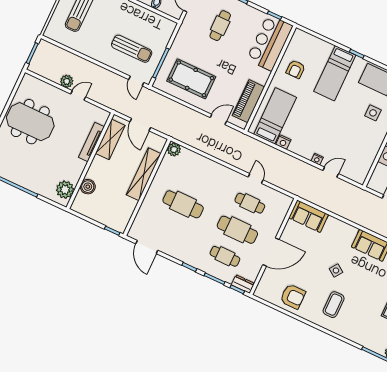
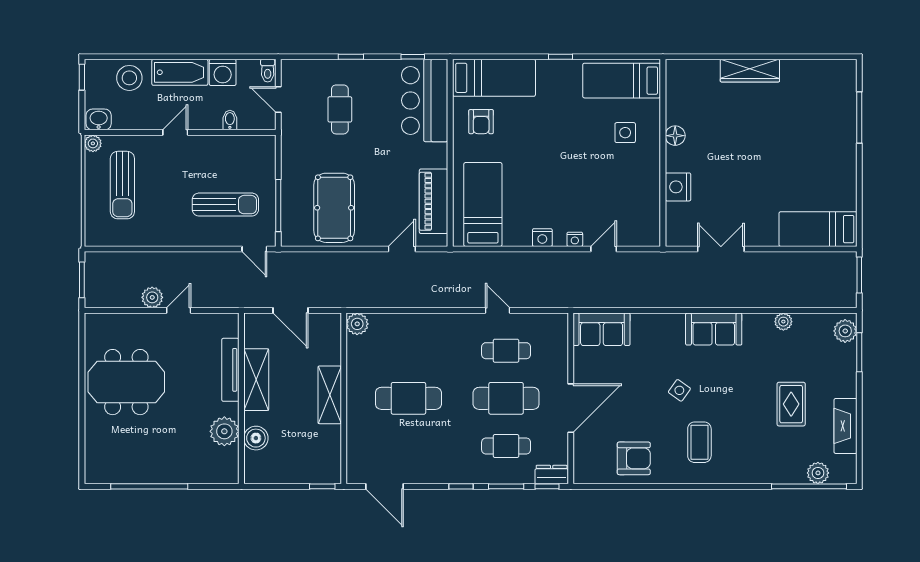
bed: (335, 73) -> (494, 78), moved, turned -90
pool table: (191, 79) -> (334, 208), turned 90
shelving: (110, 139) -> (256, 380), moved
nightstand: (283, 142) -> (542, 238), moved
shelving: (144, 174) -> (330, 395), width x0.68
plant: (65, 190) -> (224, 431), moved

